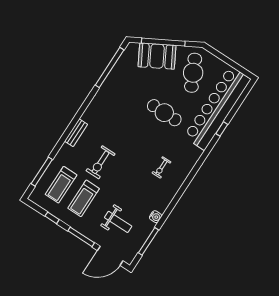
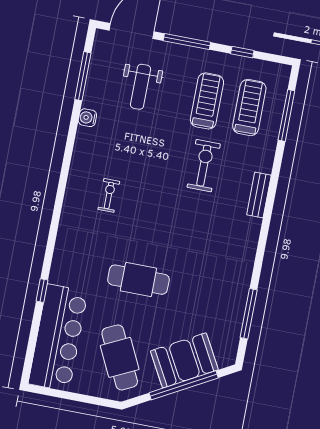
window: (110, 68) -> (249, 314), width x0.68
bar counter: (217, 108) -> (58, 338), width x0.73
weight bench: (118, 222) -> (141, 87), turned -90

